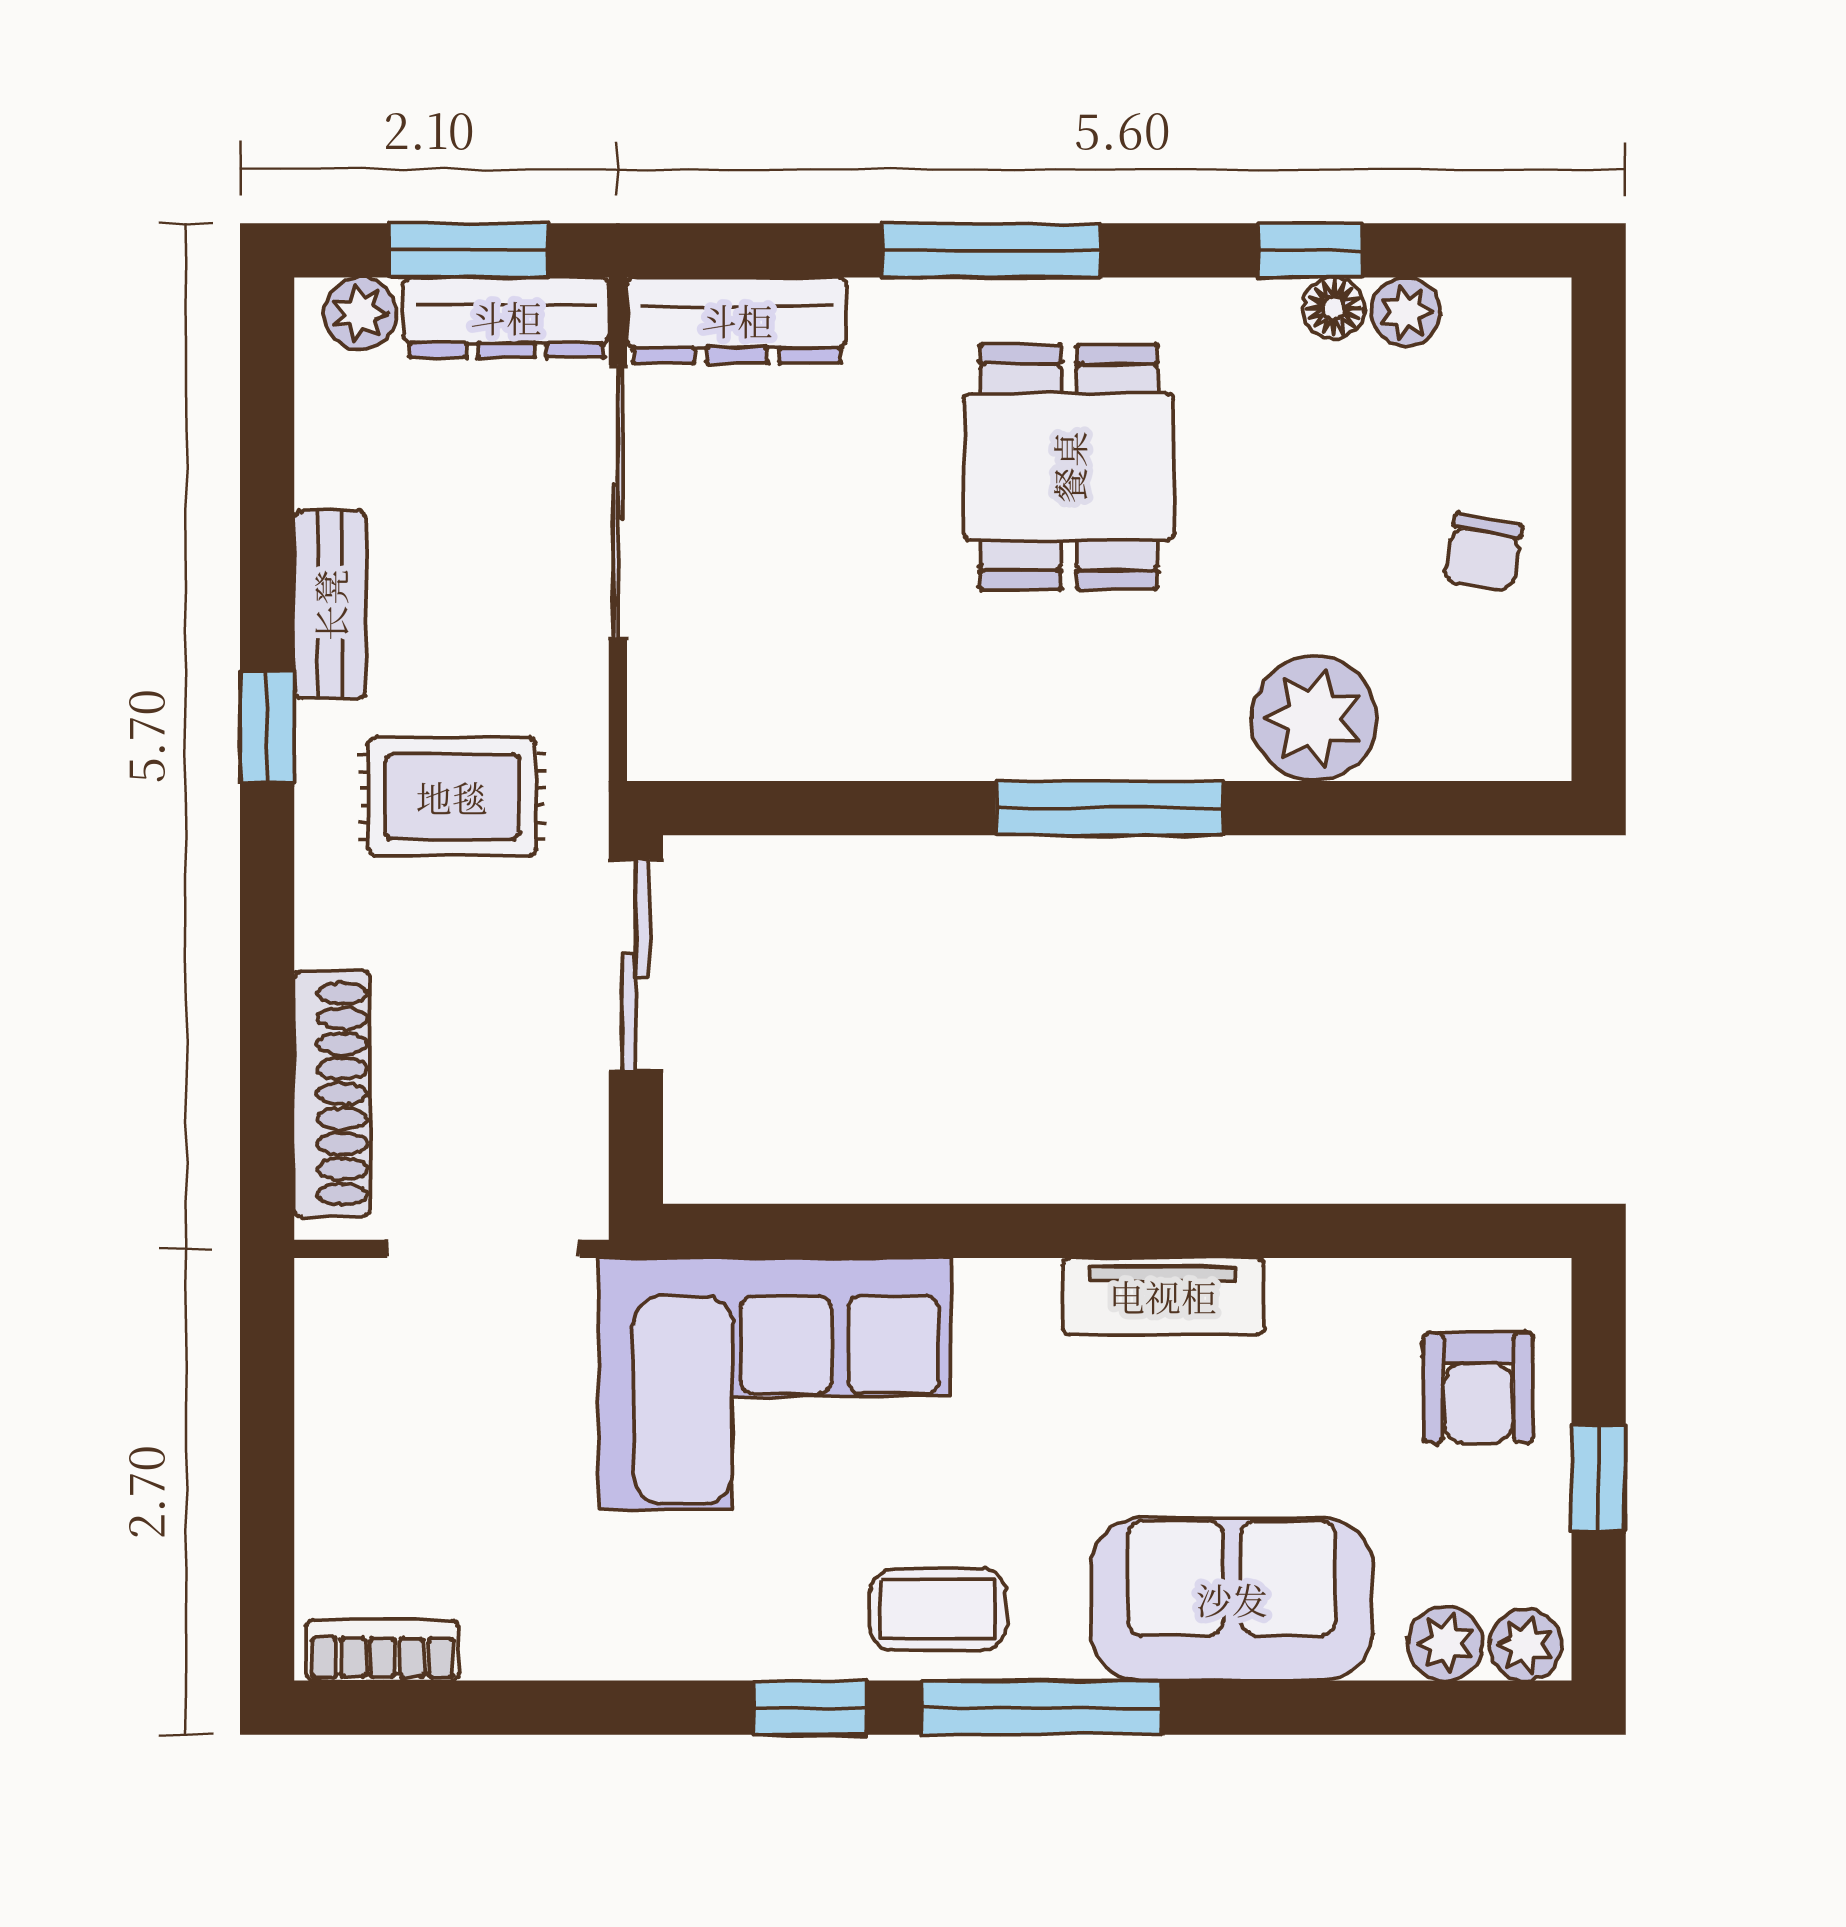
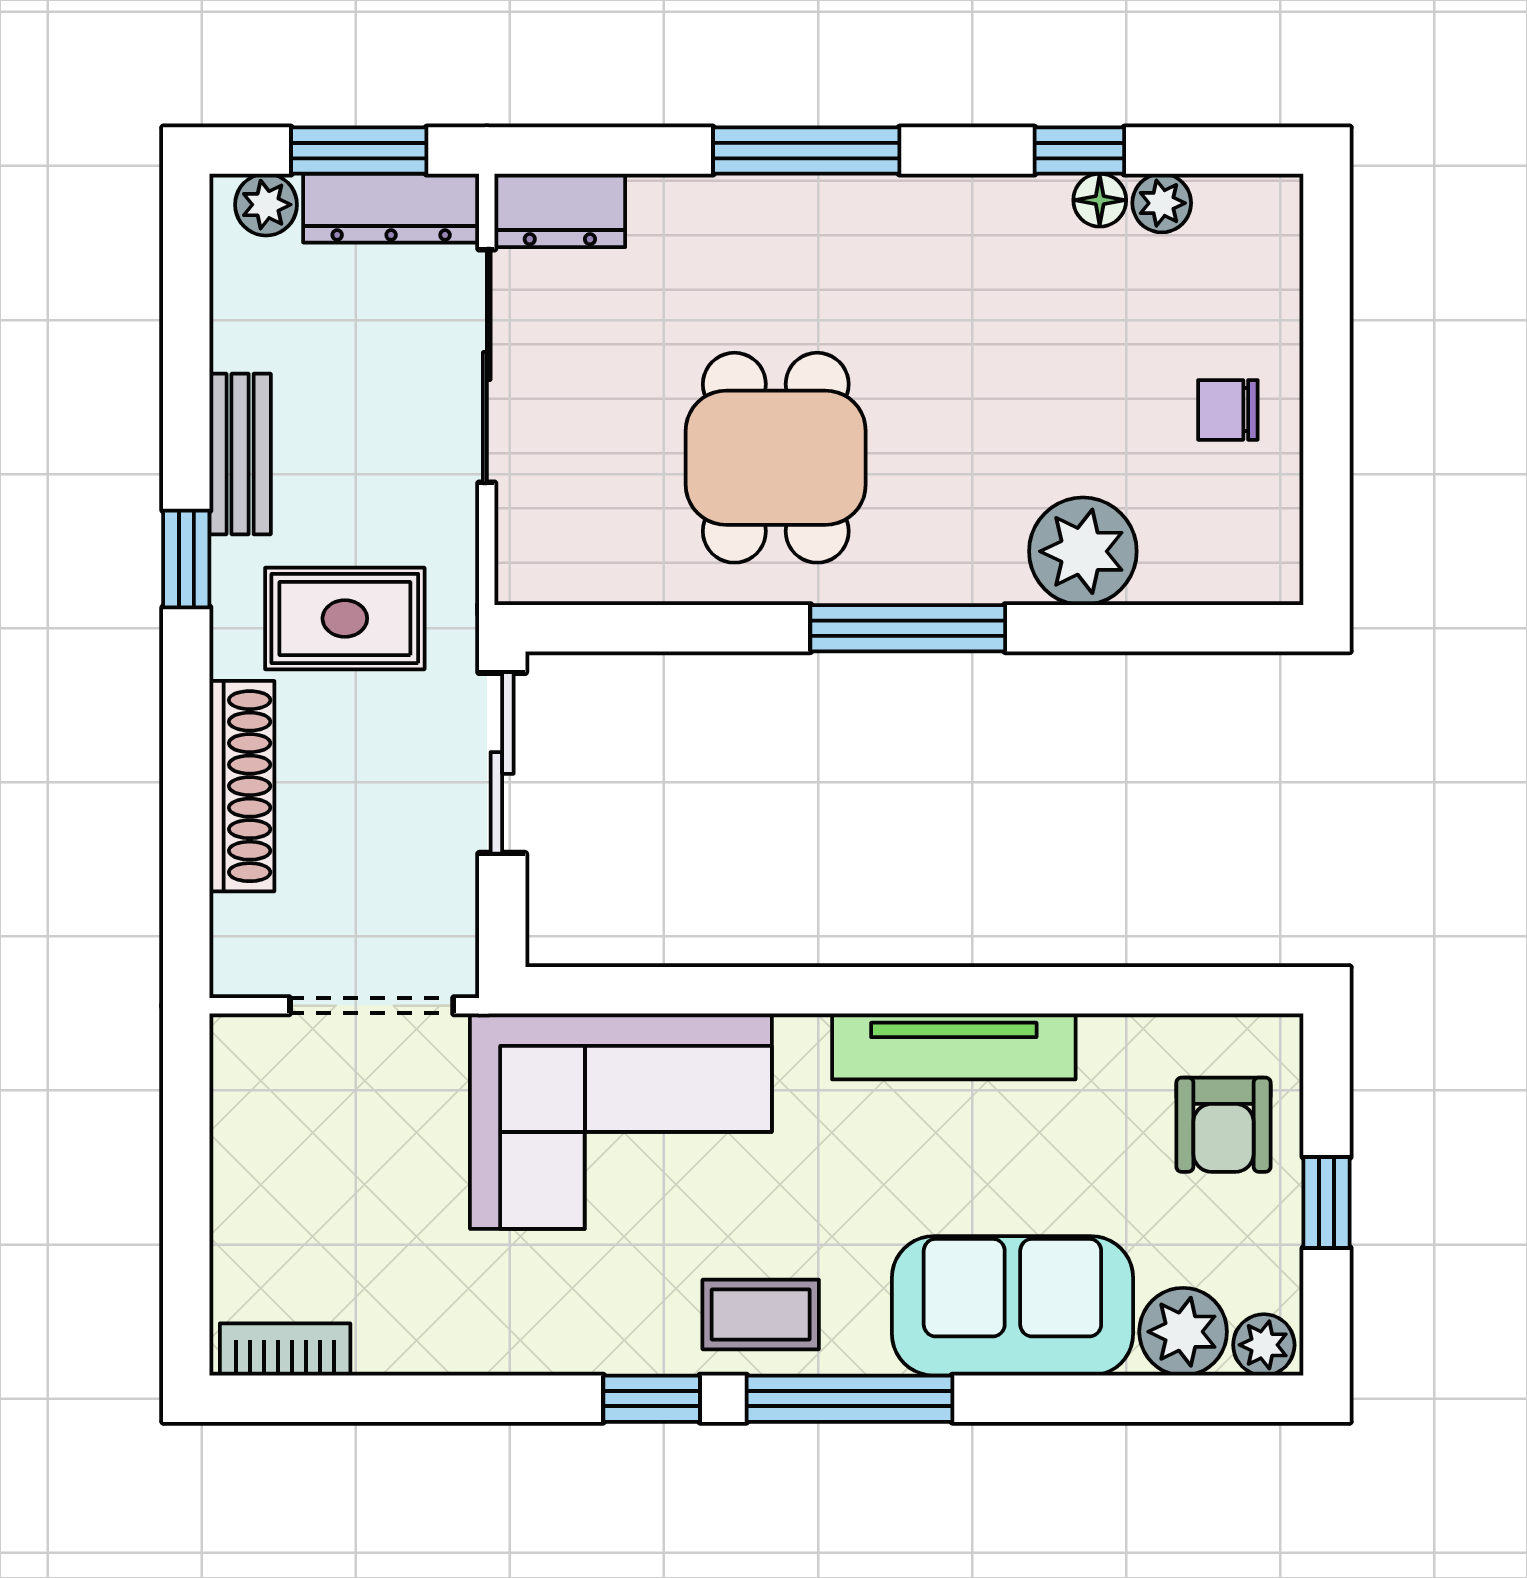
dresser: (737, 320) -> (560, 210), width x0.70
dining table: (1069, 467) -> (776, 458), moved
chair: (1483, 553) -> (1228, 410), turned 80
shoe rack: (332, 1094) -> (242, 786), moved
tv unit: (1163, 1296) -> (954, 1046), width x1.41
plant: (1445, 1643) -> (1183, 1332), width x1.38, depth x1.38

